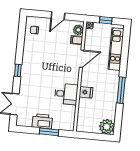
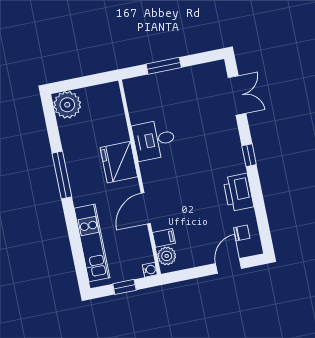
door: (58, 16) -> (229, 266), moved
fridge: (86, 92) -> (119, 162), width x1.88, depth x1.34
printer: (42, 121) -> (238, 192), moved, turned 90

